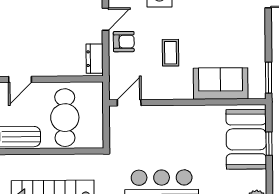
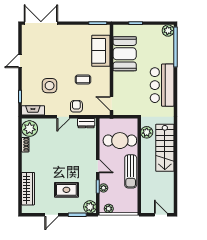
door: (105, 19) -> (63, 117), swing flipped
booth: (246, 139) -> (125, 54), moved, turned 90
plant: (79, 164) -> (147, 132), added

